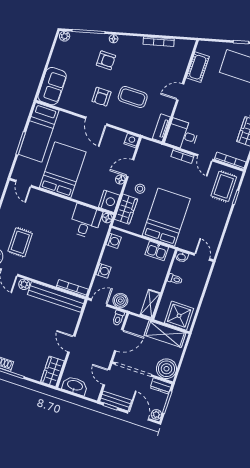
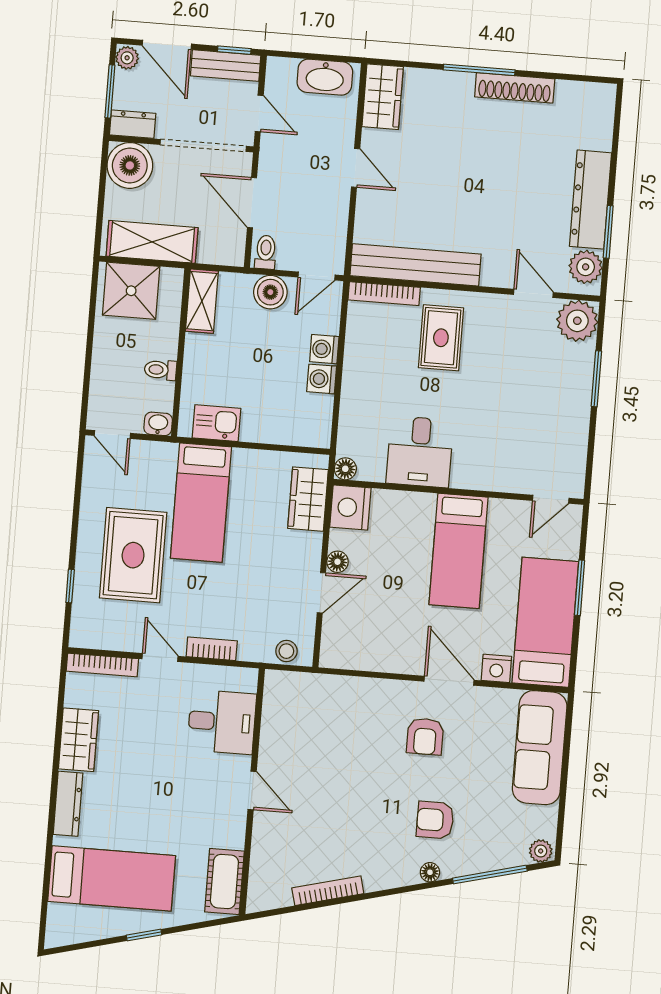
cot: (198, 67) -> (224, 881), moved
sofa: (52, 86) -> (540, 748), width x1.36
door: (180, 92) -> (252, 790), hinge flipped
armchair: (101, 97) -> (425, 737), turned 180
coffee table: (133, 97) -> (355, 753), removed
door: (96, 121) -> (449, 681), moved
tv unit: (161, 128) -> (274, 700), removed
desk: (182, 135) -> (222, 722), moved
nightstand: (132, 140) -> (496, 668), moved
bed: (63, 170) -> (458, 551), width x0.67
door: (24, 184) -> (551, 499), swing flipped
rug: (224, 186) -> (133, 555), moved, width x1.36, depth x1.43
stool: (140, 189) -> (286, 651), moved
bed: (166, 217) -> (201, 503), width x0.67
desk: (85, 221) -> (420, 452), moved
washing machine: (114, 241) -> (322, 379), moved
rug: (20, 242) -> (441, 338), moved
plant: (24, 284) -> (494, 275), removed
door: (119, 340) -> (252, 203), hinge flipped

